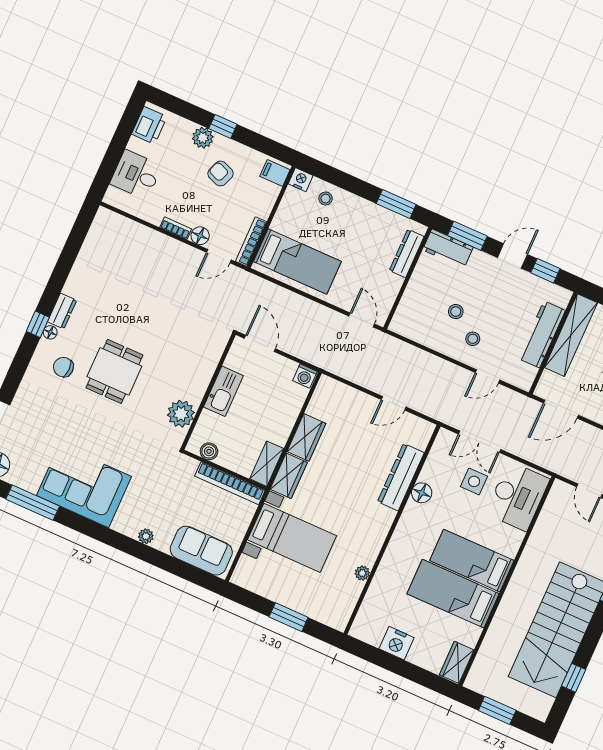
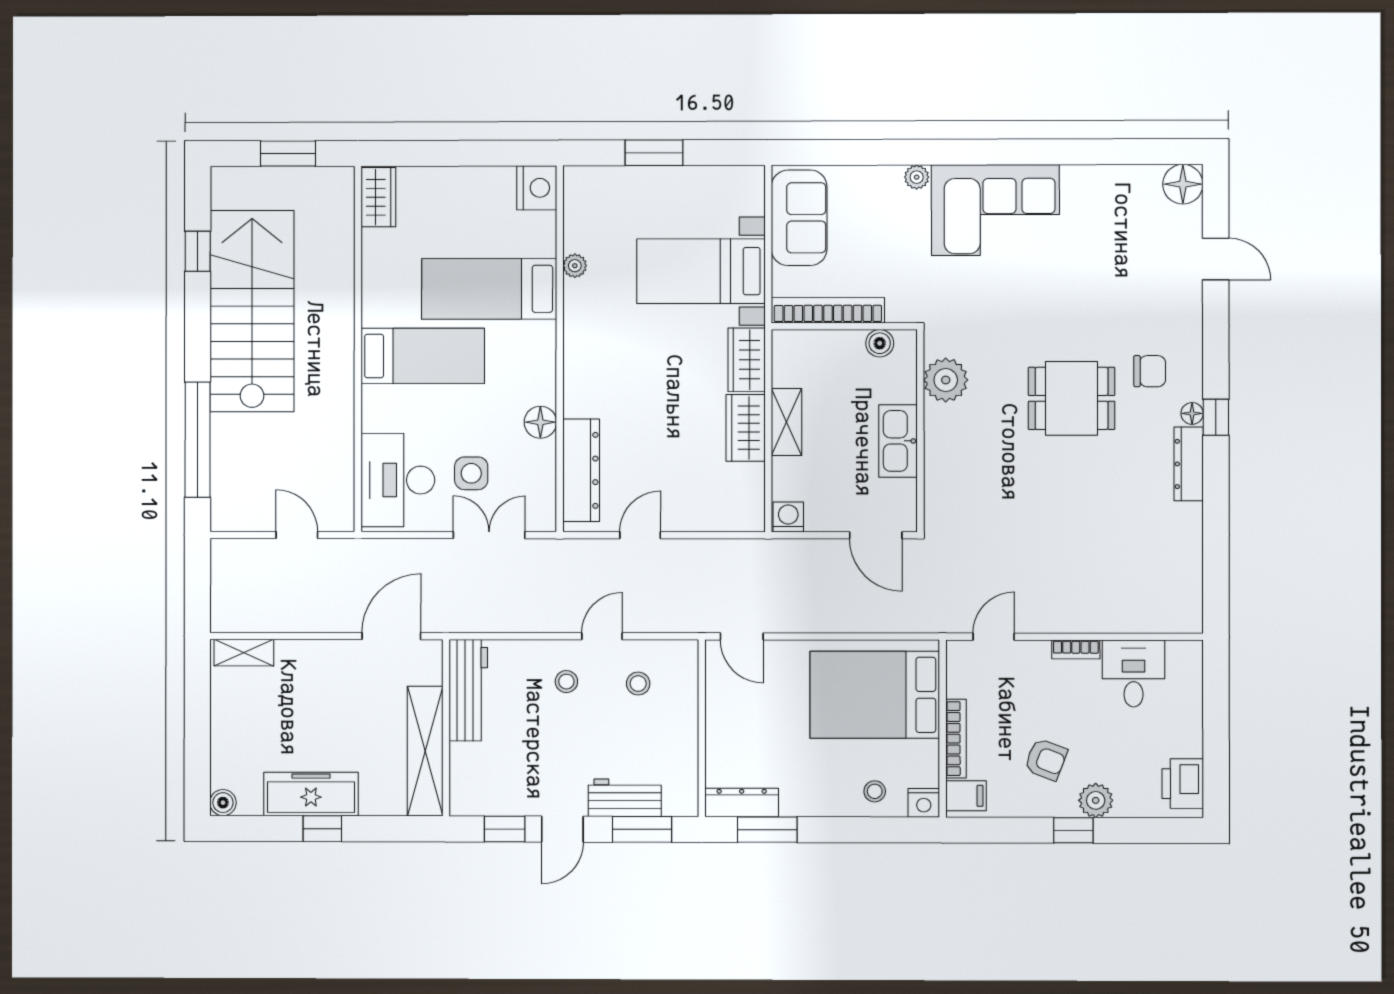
desk: (136, 175) -> (1134, 674), moved, turned -90
floor lamp: (200, 236) -> (1035, 654), removed
bookcase: (251, 242) -> (956, 739), moved
workbench: (448, 249) -> (625, 798), moved
dresser: (407, 253) -> (742, 803), moved, turned -90
bed: (297, 261) -> (875, 695), width x1.50
dresser: (62, 311) -> (1189, 464), width x1.44
stool: (456, 312) -> (638, 684), moved
workbench: (542, 334) -> (468, 690), moved
dining table: (114, 371) -> (1072, 398), turned 90
door: (488, 376) -> (602, 636), moved
shelving: (267, 464) -> (787, 422), moved
dresser: (401, 477) -> (581, 470), moved
corner sofa: (84, 486) -> (995, 210), moved
window: (33, 503) -> (1105, 152), removed
sofa: (201, 551) -> (799, 218), moved, turned -90
bed: (453, 594) -> (489, 289), moved, turned 180
nightstand: (397, 643) -> (537, 188), moved, turned 90

